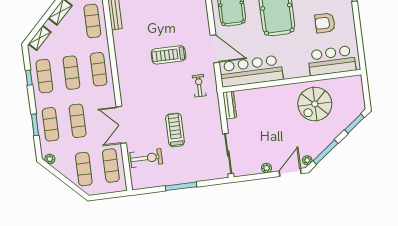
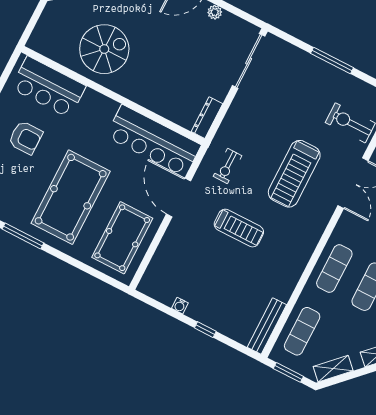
treadmill: (175, 130) -> (294, 174), moved, width x1.37, depth x1.38

